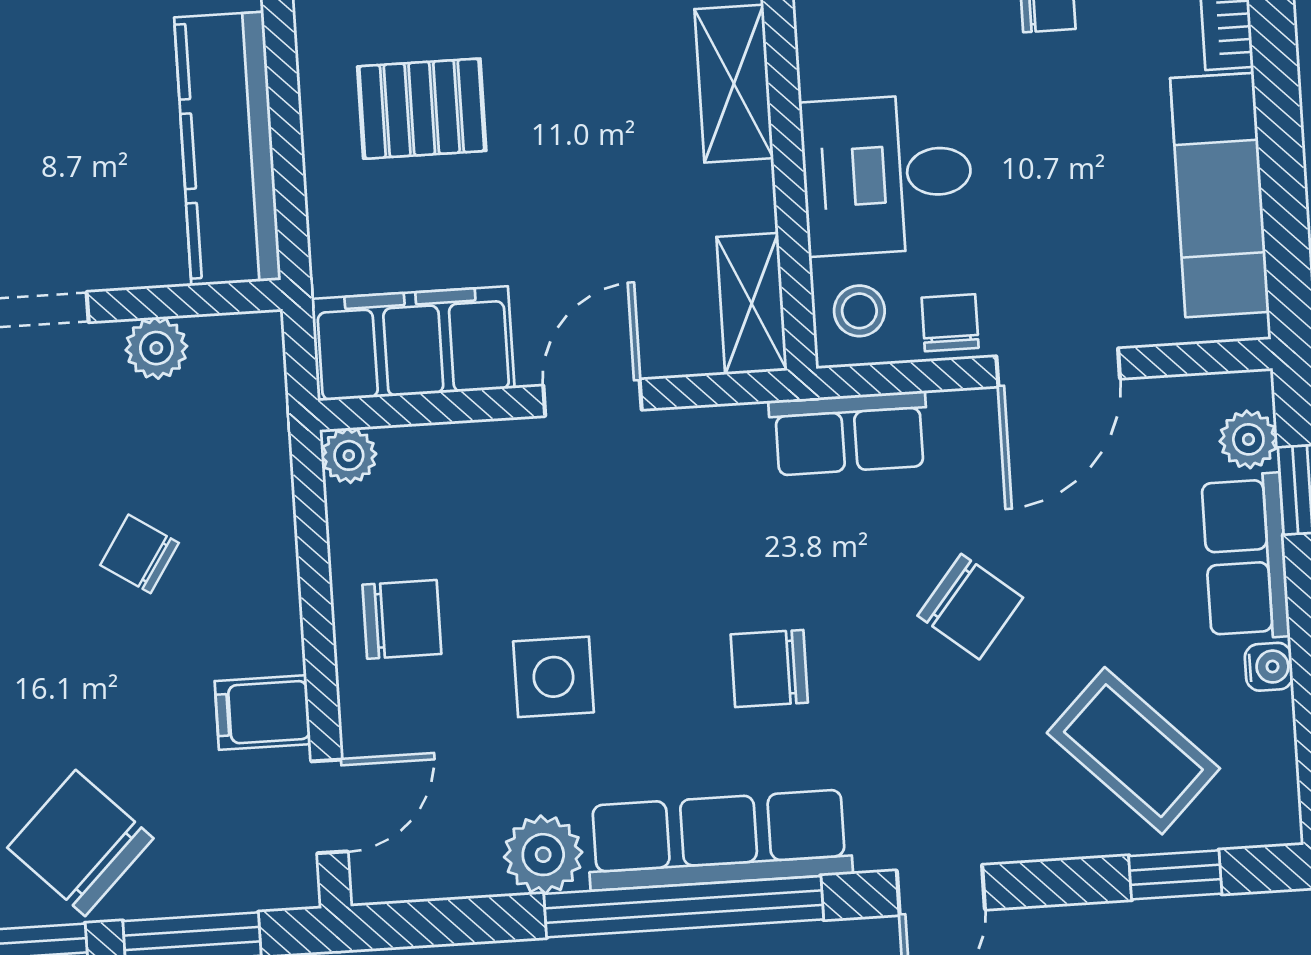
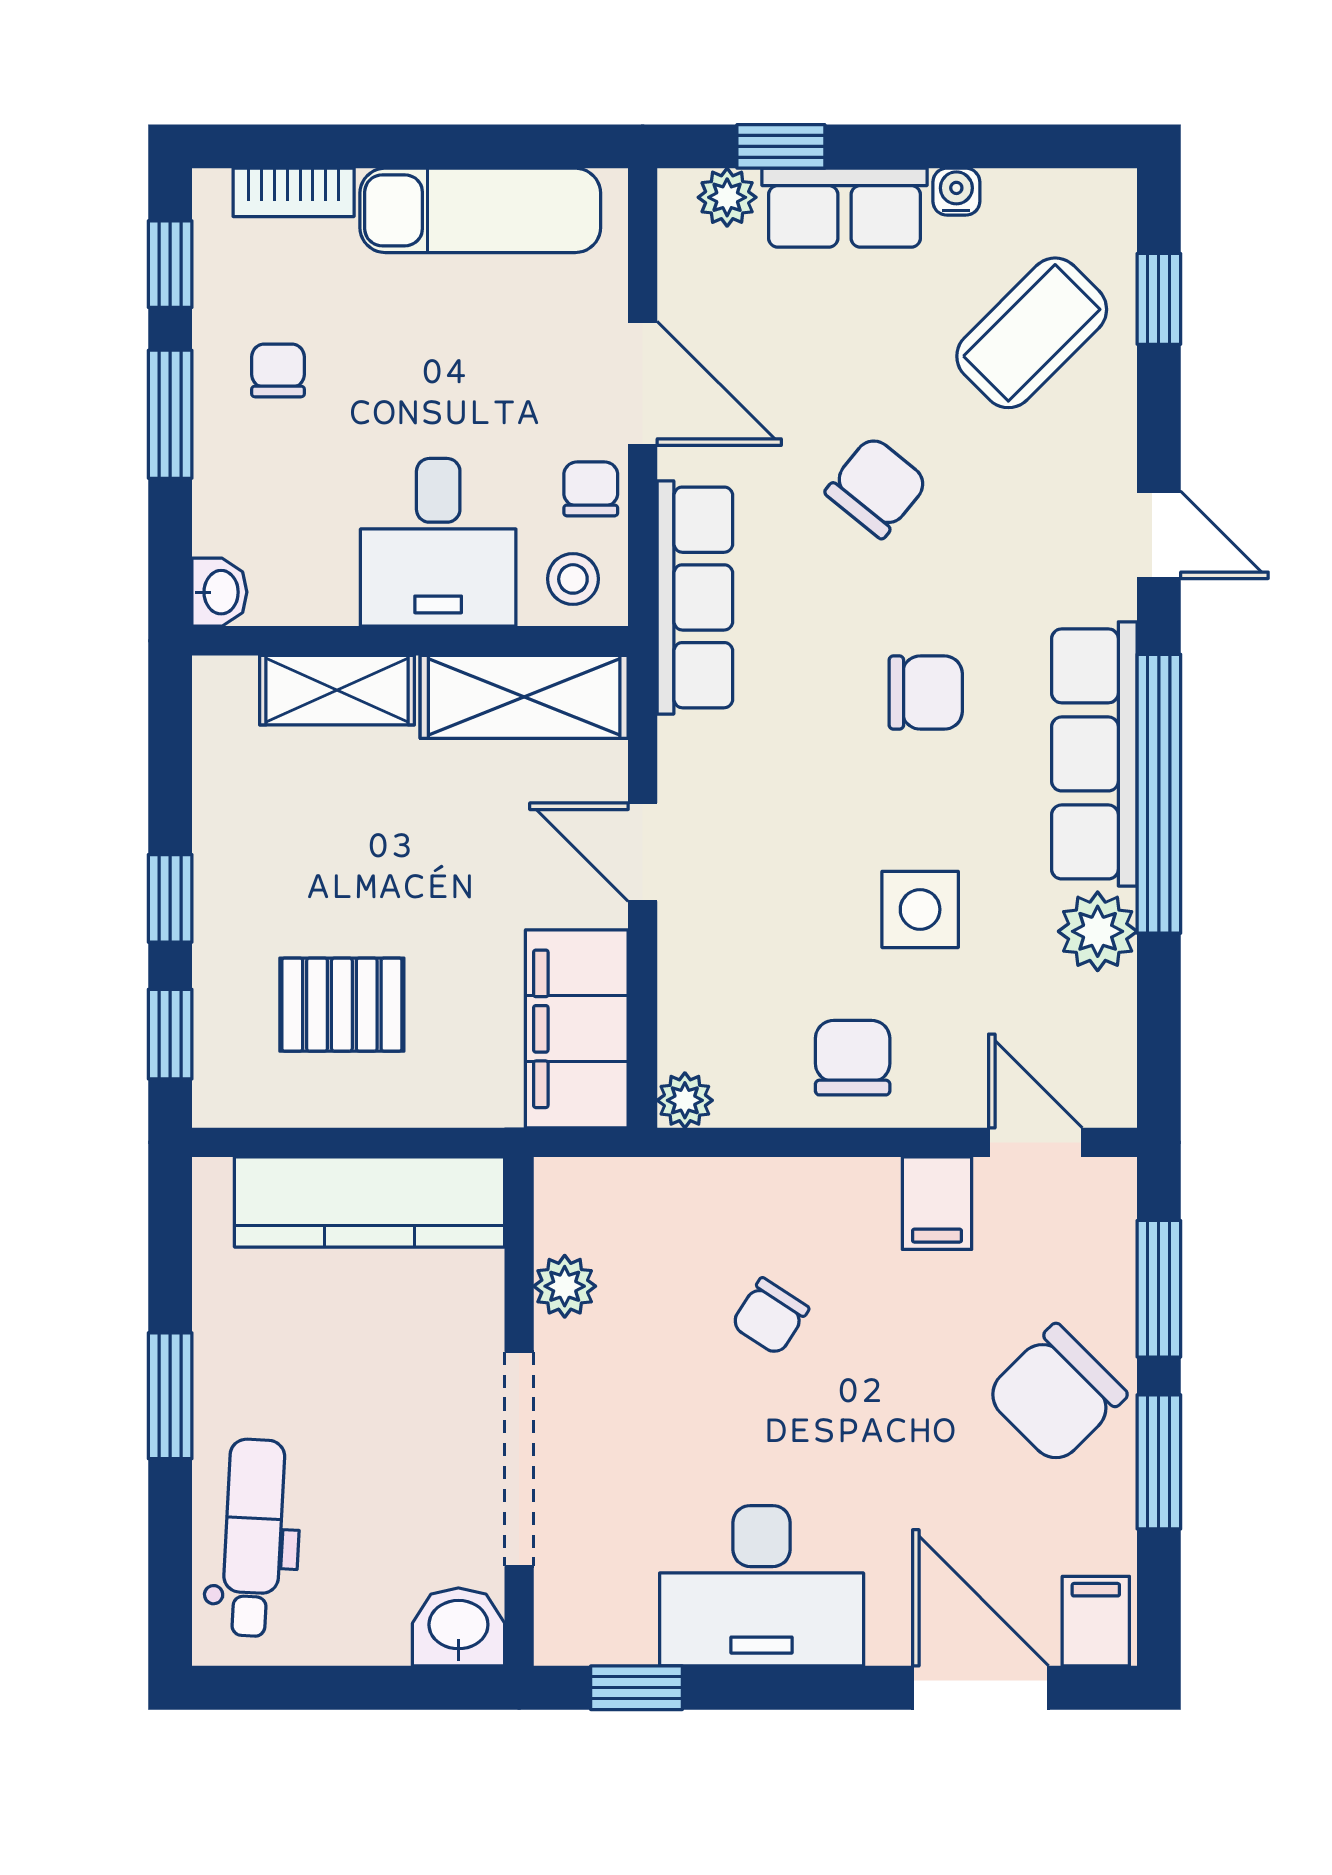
pallet: (422, 109) -> (342, 1005), turned 90
shelving: (752, 304) -> (524, 697), width x1.50, depth x1.33
chair: (950, 323) -> (591, 489), turned 90
row of seats: (849, 433) -> (695, 597), width x1.48
chair: (769, 668) -> (926, 693), turned -90

